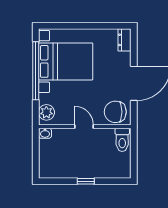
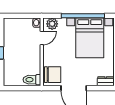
chair: (115, 112) -> (53, 75), turned 90
door: (84, 127) -> (42, 38), moved

